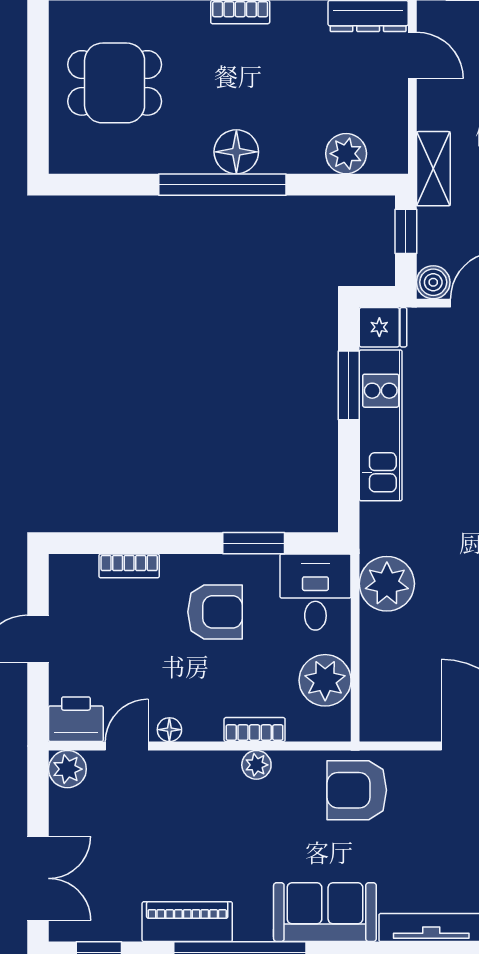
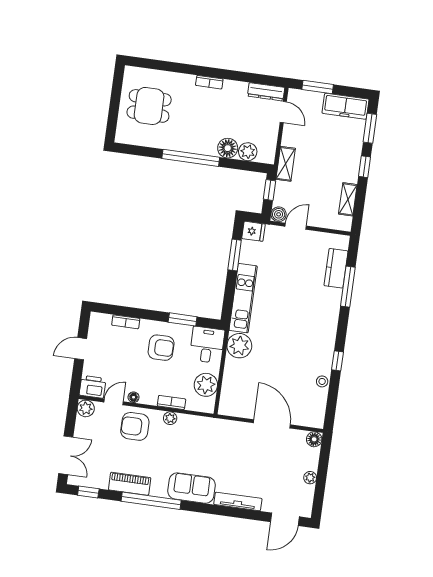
floor lamp: (236, 152) -> (228, 148), moved
kitchen unit: (381, 425) -> (243, 298), moved
armchair: (357, 790) -> (135, 426), moved

